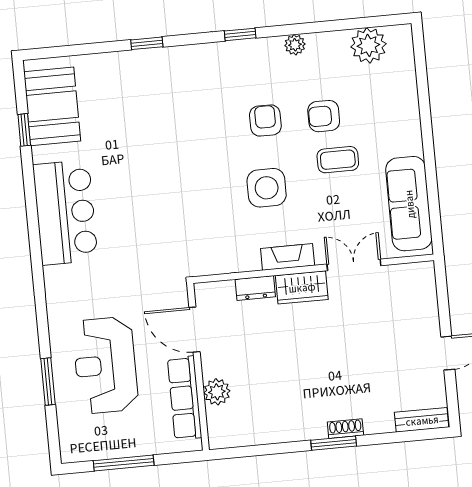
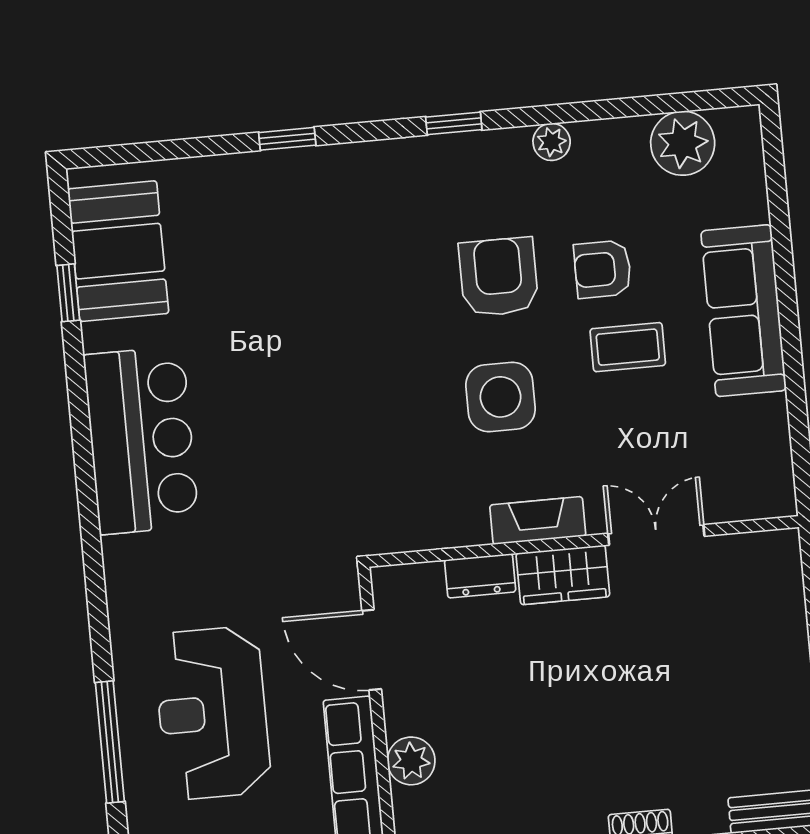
armchair: (265, 121) -> (499, 277), width x1.38, depth x1.38
sofa: (409, 204) -> (744, 311), moved
window: (48, 381) -> (110, 742), width x1.44

